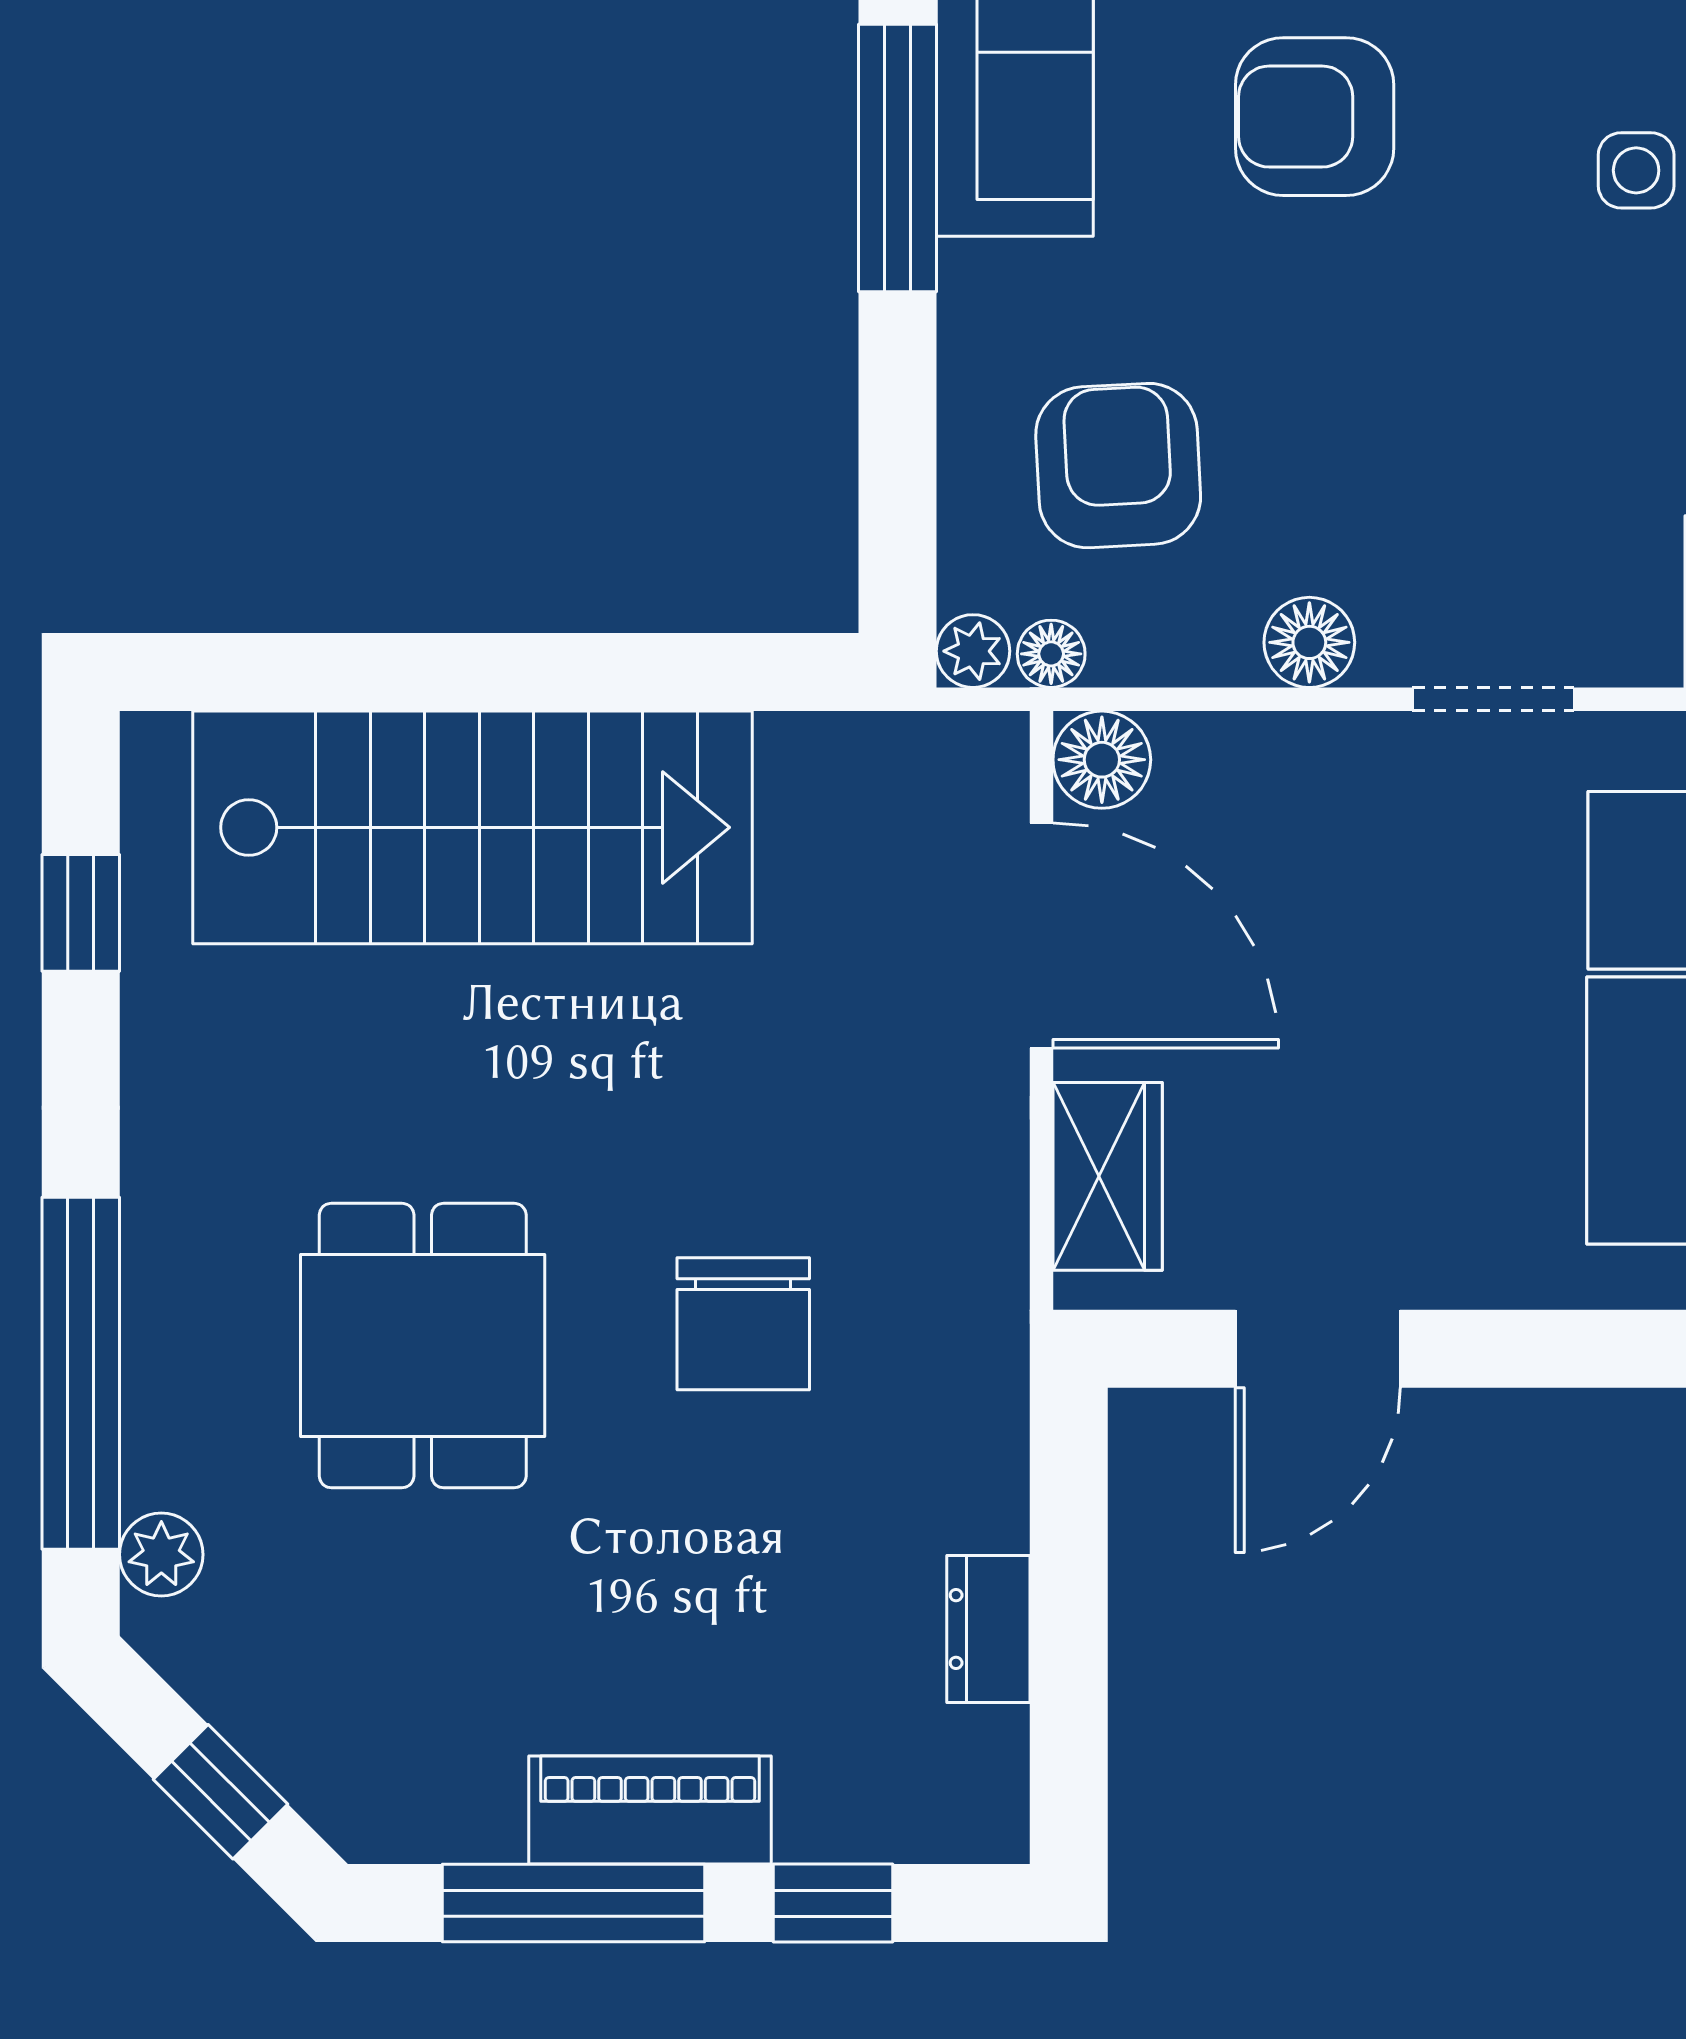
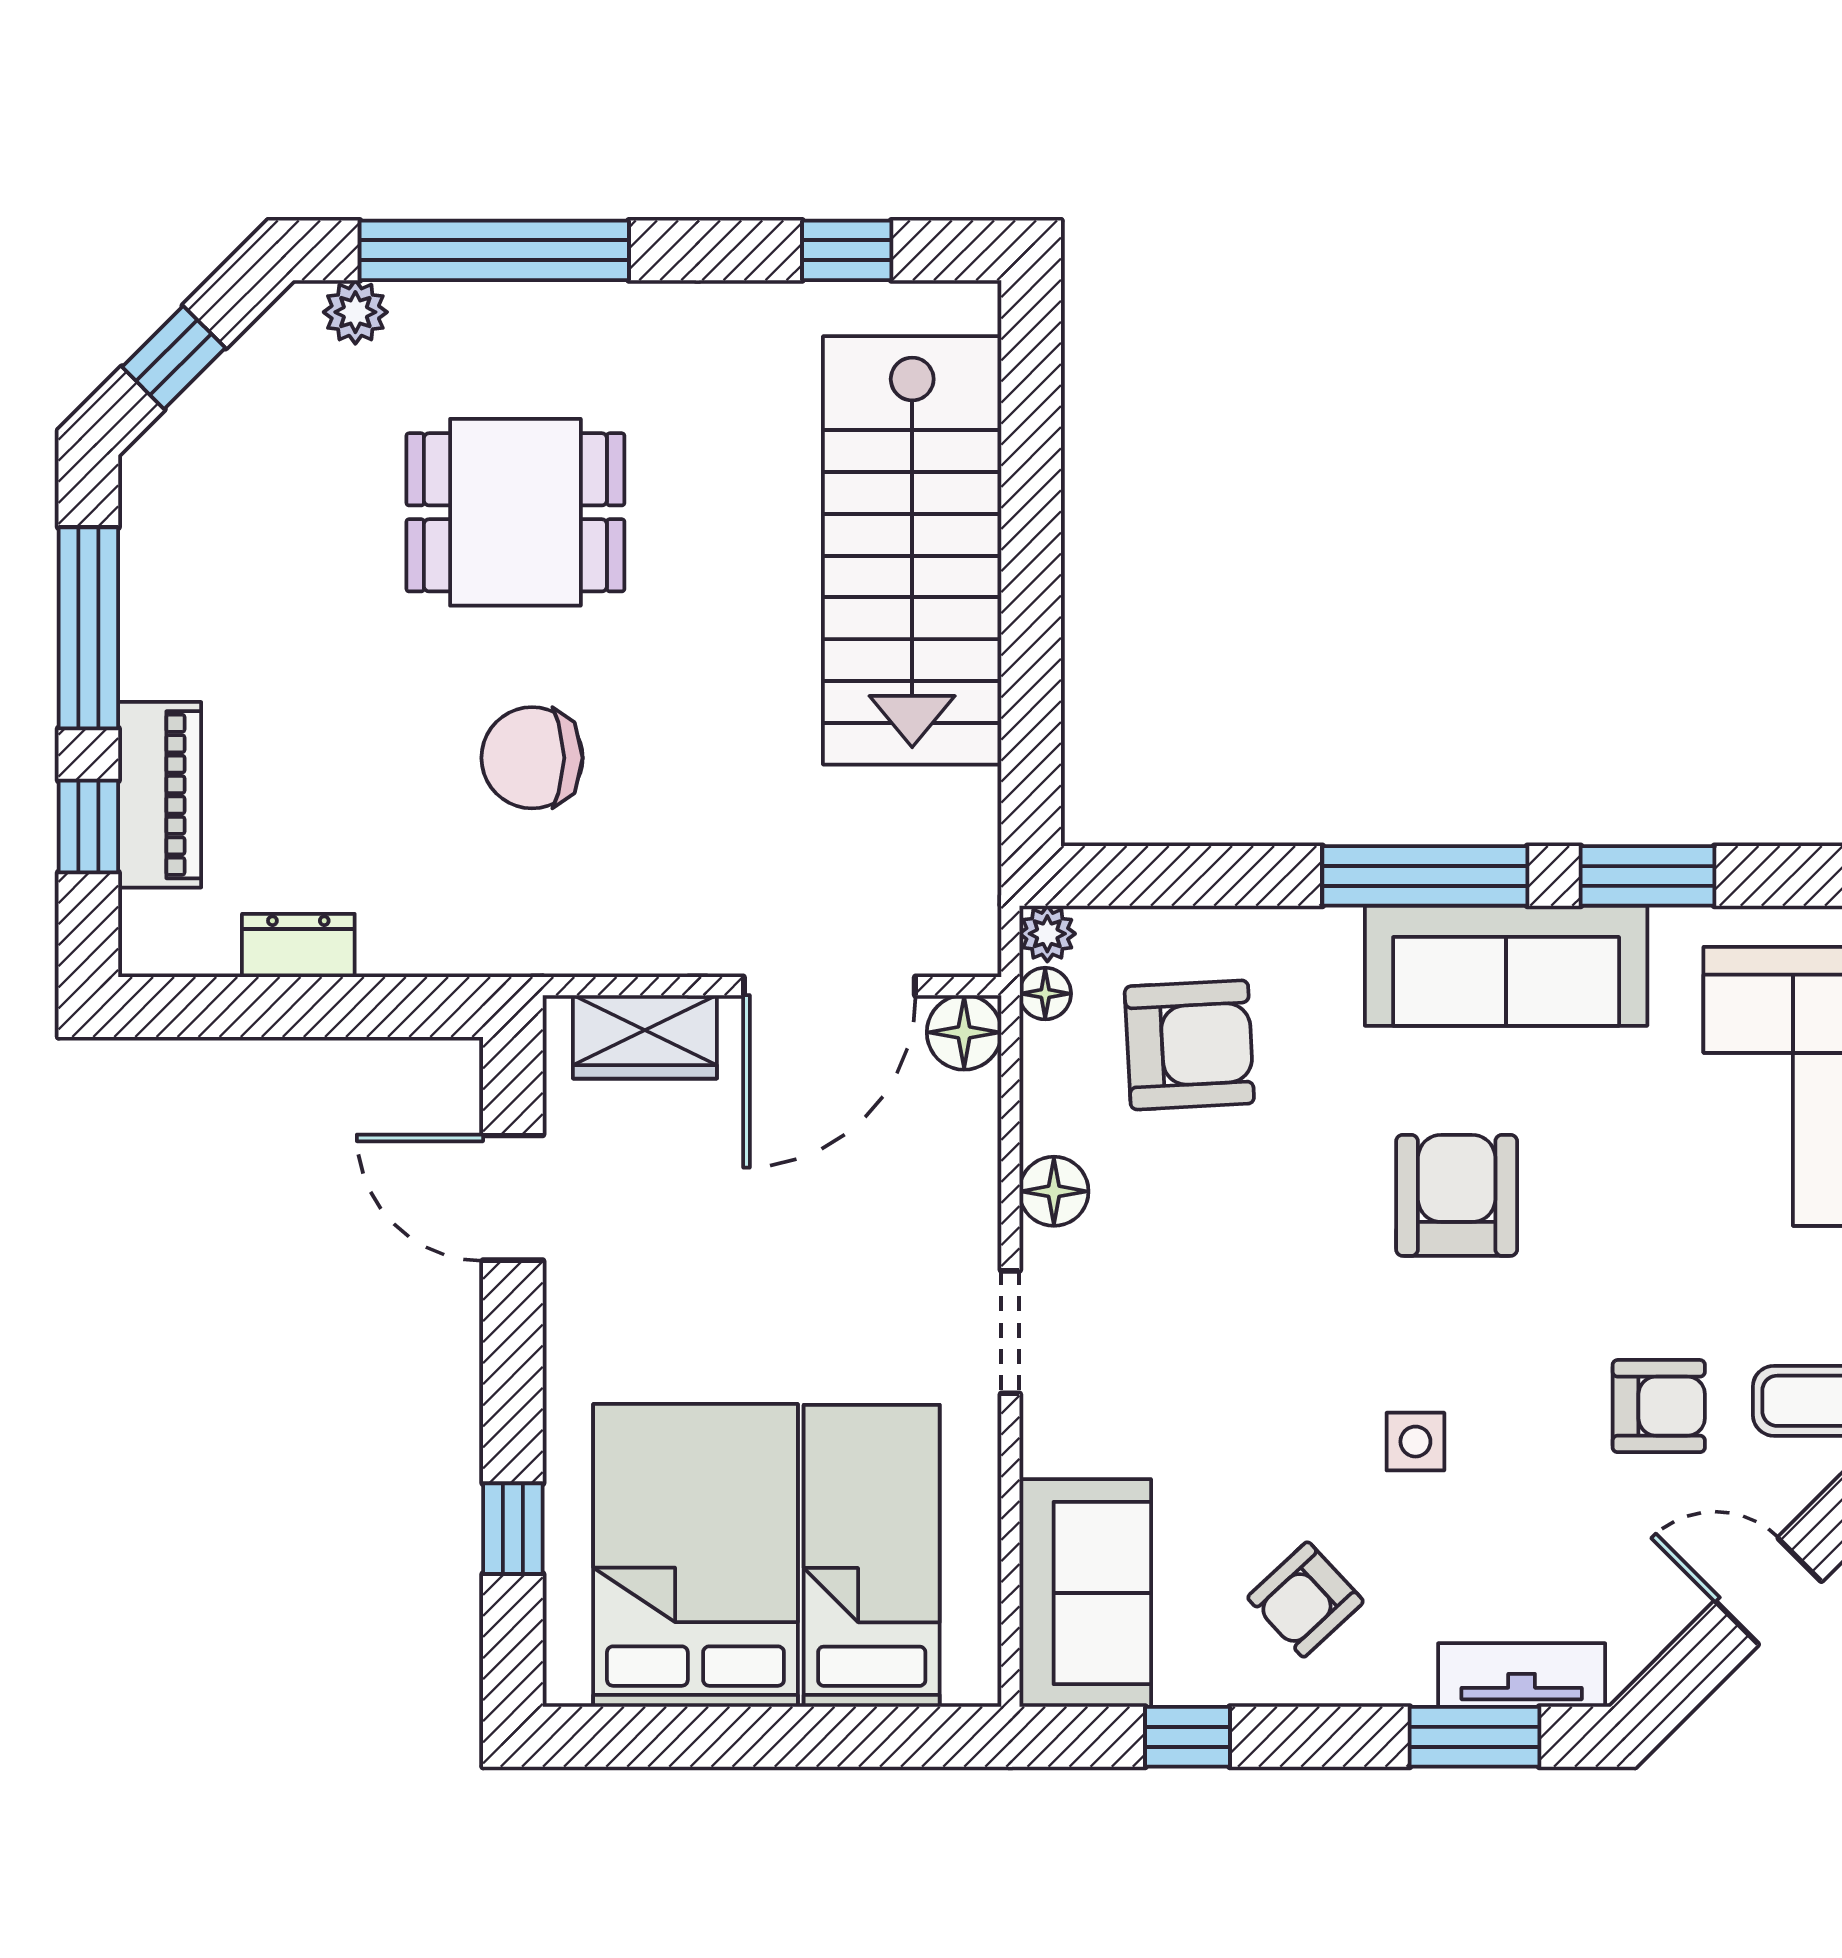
piano: (650, 1810) -> (160, 795), moved

